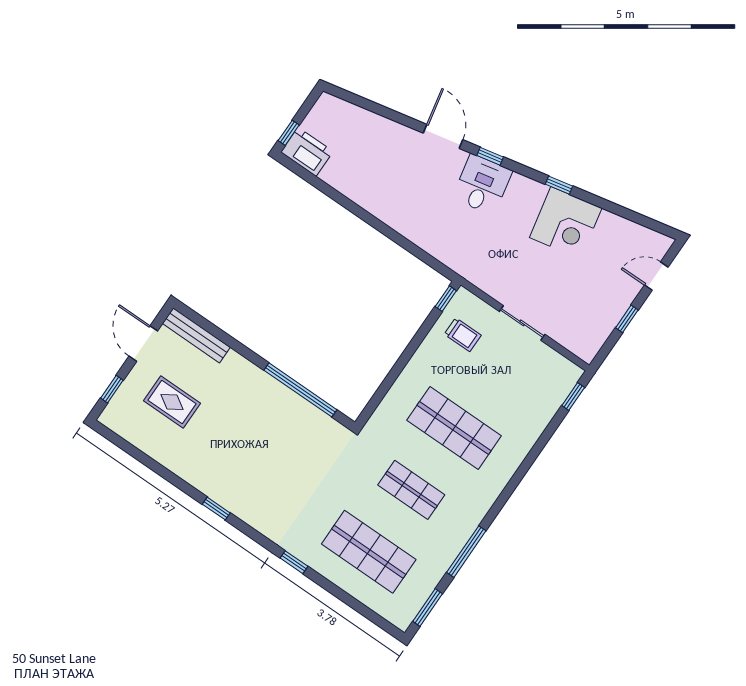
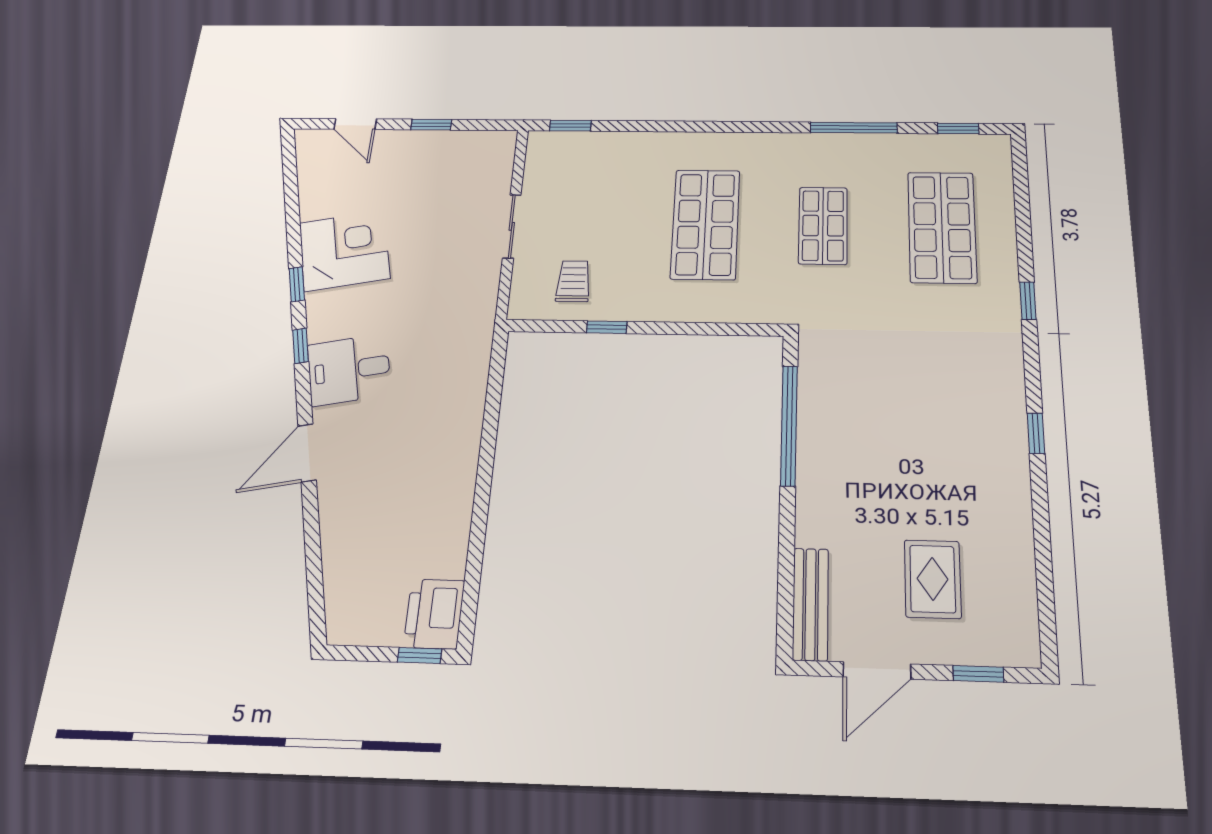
window: (490, 156) -> (301, 346), moved
window: (446, 299) -> (607, 327), moved
window: (428, 608) -> (958, 129), width x0.67

